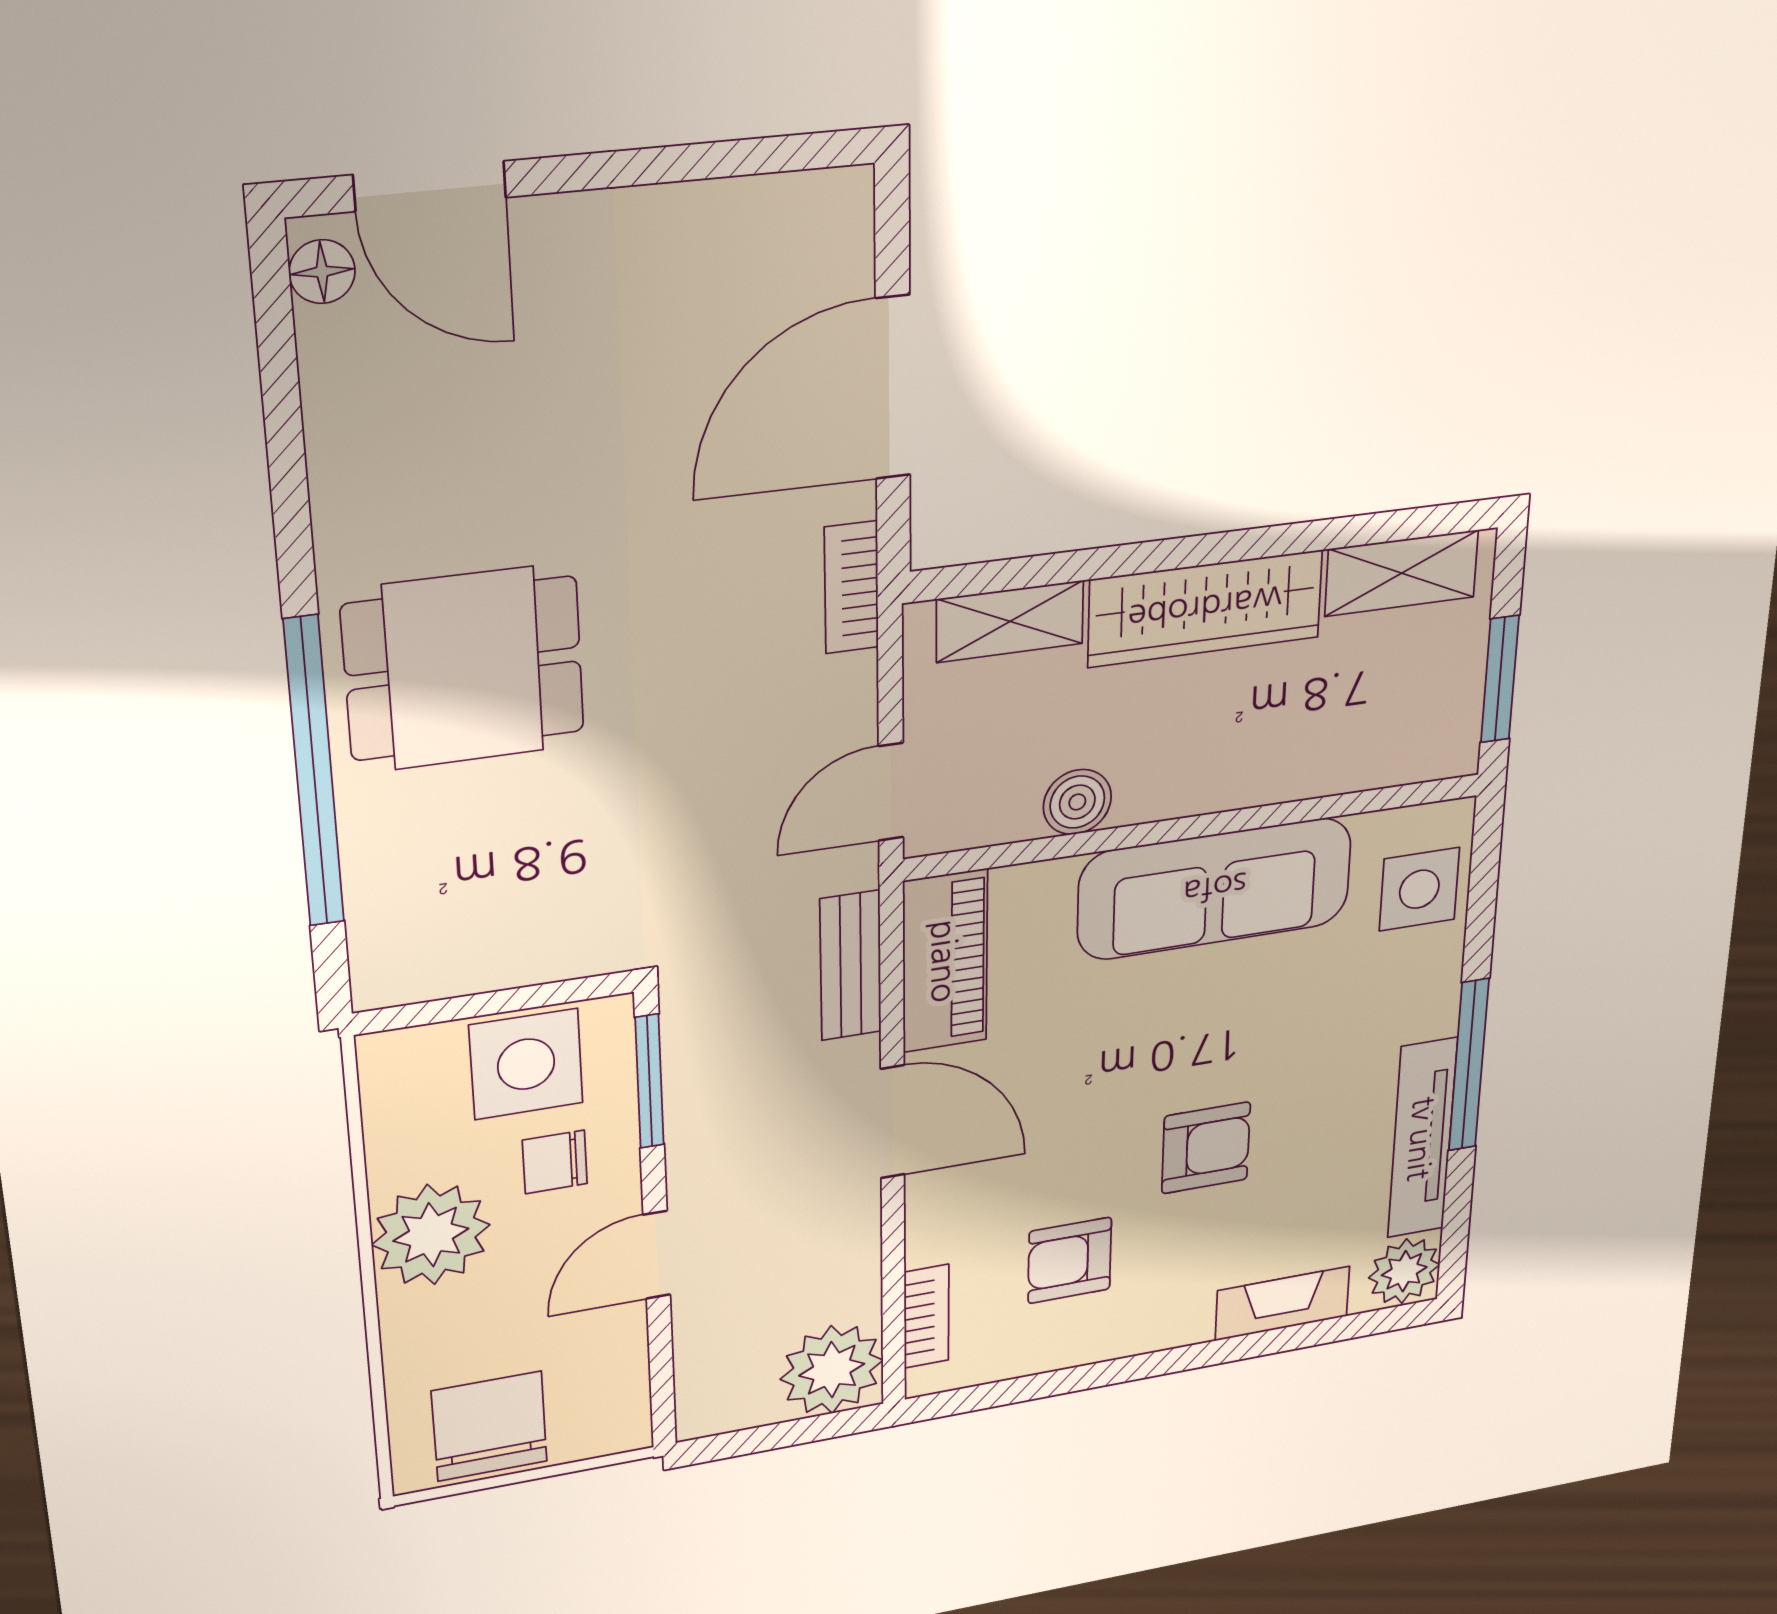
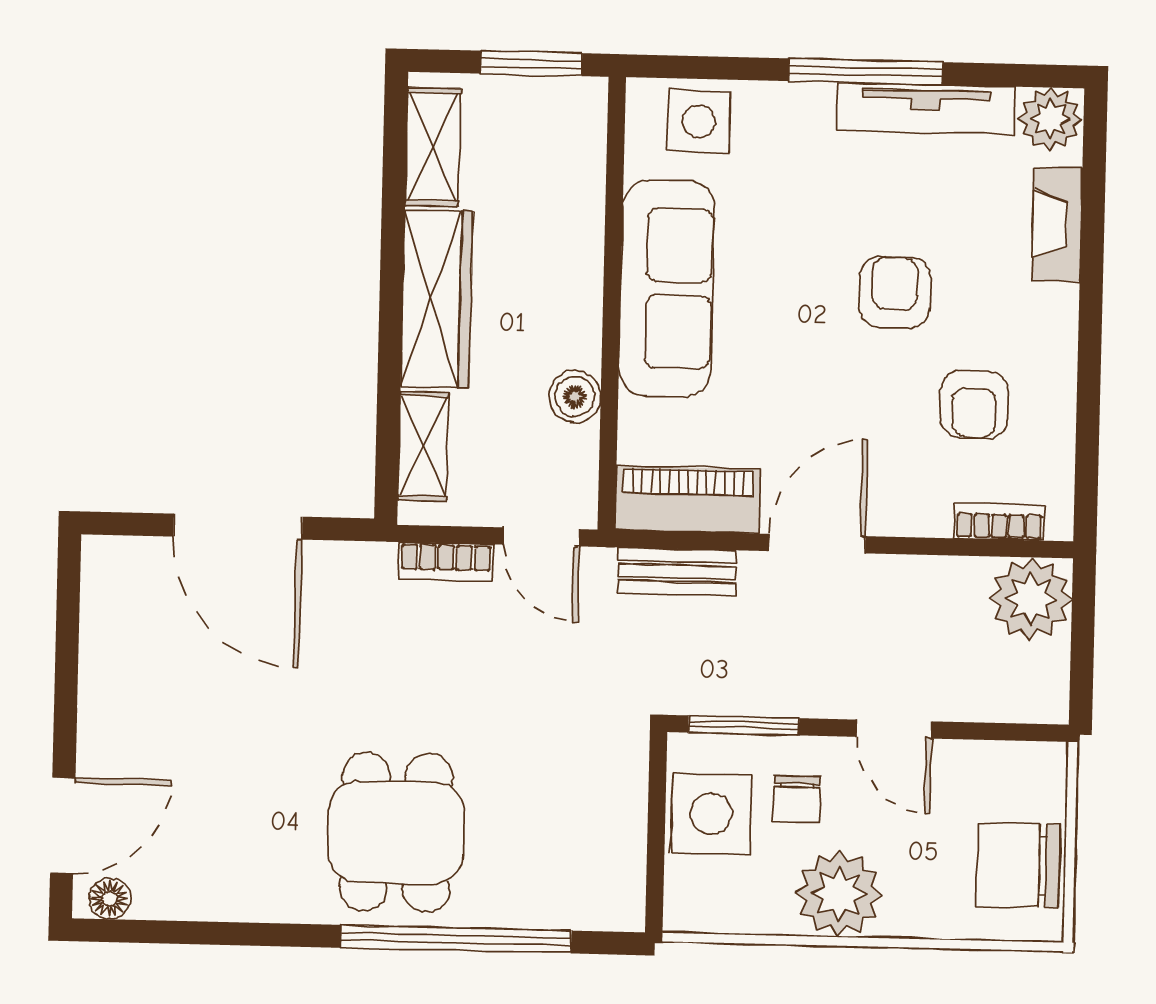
bookcase: (851, 587) -> (446, 562), moved

